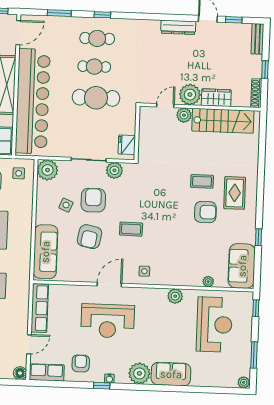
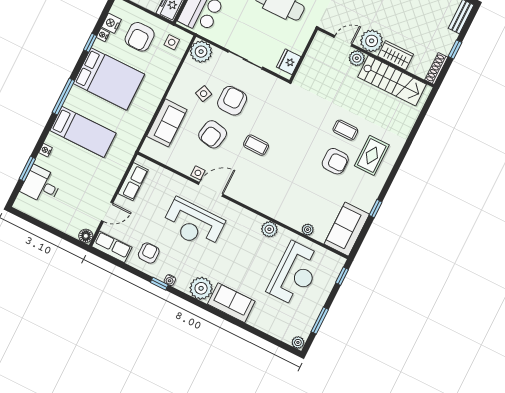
plant: (114, 170) -> (266, 81), removed
sofa: (45, 252) -> (167, 123), width x0.73
side table: (144, 271) -> (198, 173), moved
row of seats: (40, 308) -> (133, 182), width x0.68

